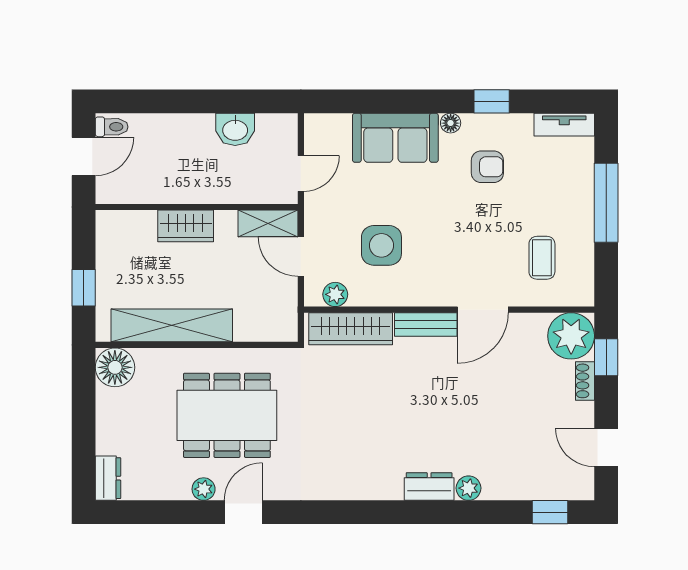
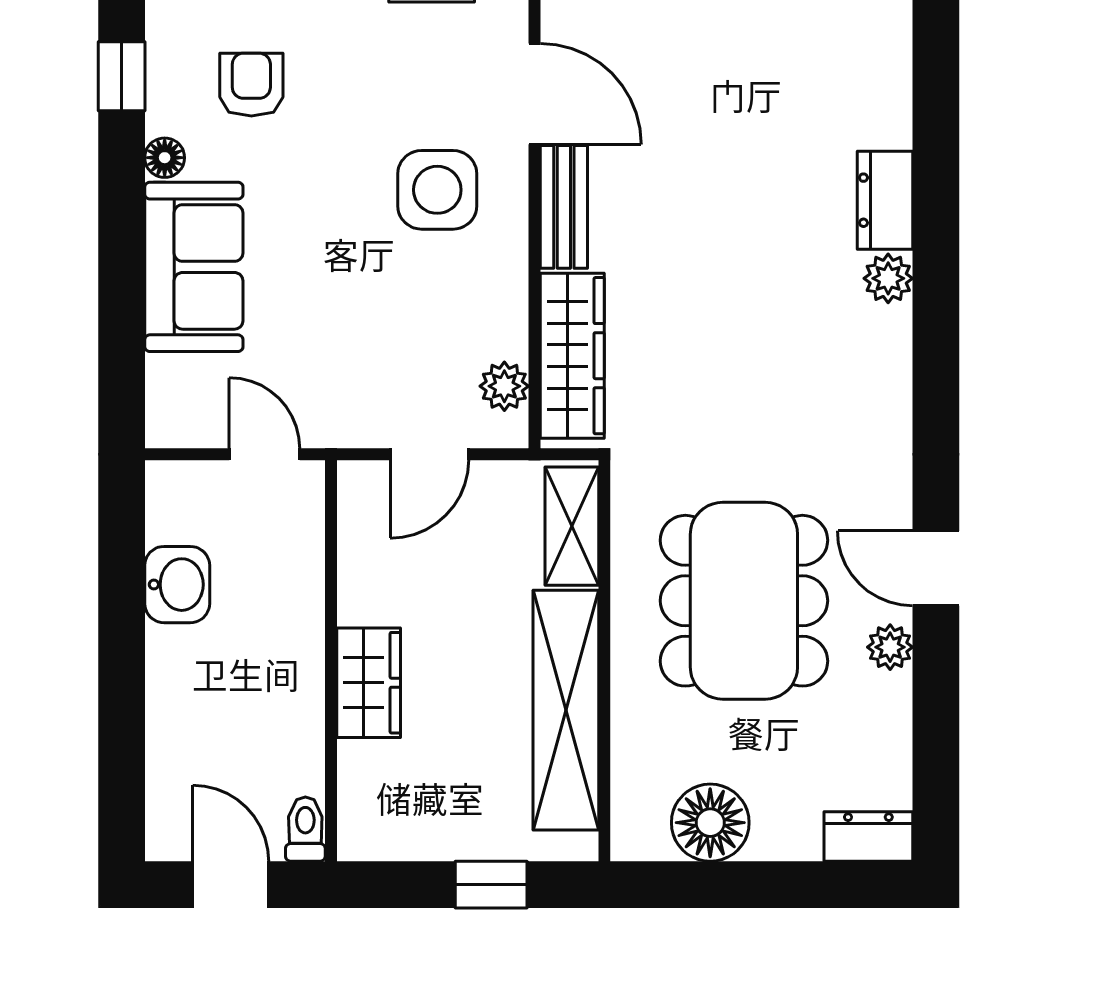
toilet: (112, 127) -> (305, 829), moved
shelving: (268, 223) -> (572, 526), moved
side table: (381, 245) -> (437, 190), moved
floor lamp: (115, 367) -> (710, 823), moved
plant: (469, 488) -> (888, 278), moved

